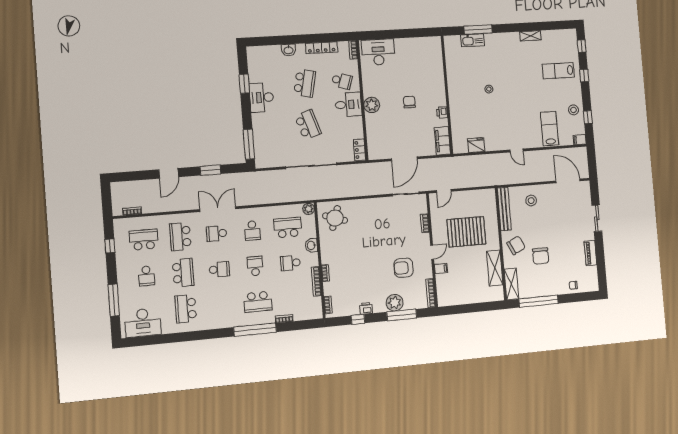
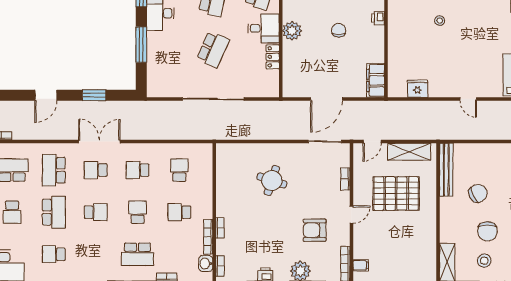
printer: (442, 112) -> (378, 18), moved
school desk: (308, 125) -> (213, 49), turned 42
window: (249, 144) -> (141, 45), moved
locker: (360, 150) -> (273, 57), moved
stool: (531, 200) -> (484, 261), moved
plant: (309, 209) -> (206, 150), removed
round table: (335, 218) -> (272, 180), moved
school desk: (288, 228) -> (179, 170), width x0.54
school desk: (252, 231) -> (138, 170), turned 90
washbasin: (311, 245) -> (206, 264), moved
chair: (516, 245) -> (478, 193), moved
filing cabinet: (441, 268) -> (361, 265), moved
shelving: (495, 268) -> (409, 152), moved, turned 90
school desk: (186, 309) -> (54, 254), width x0.54

